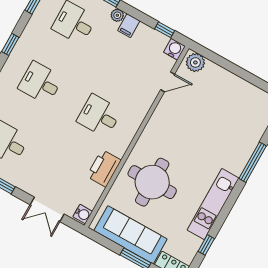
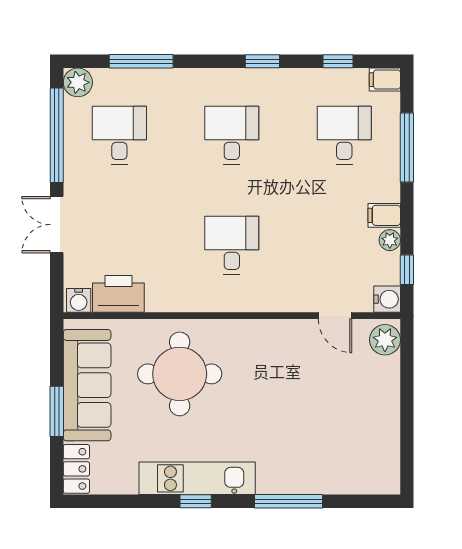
plant: (117, 15) -> (390, 240), moved
printer: (104, 168) -> (118, 294), moved
double door: (47, 209) -> (57, 225), moved
window: (206, 245) -> (196, 501), moved

